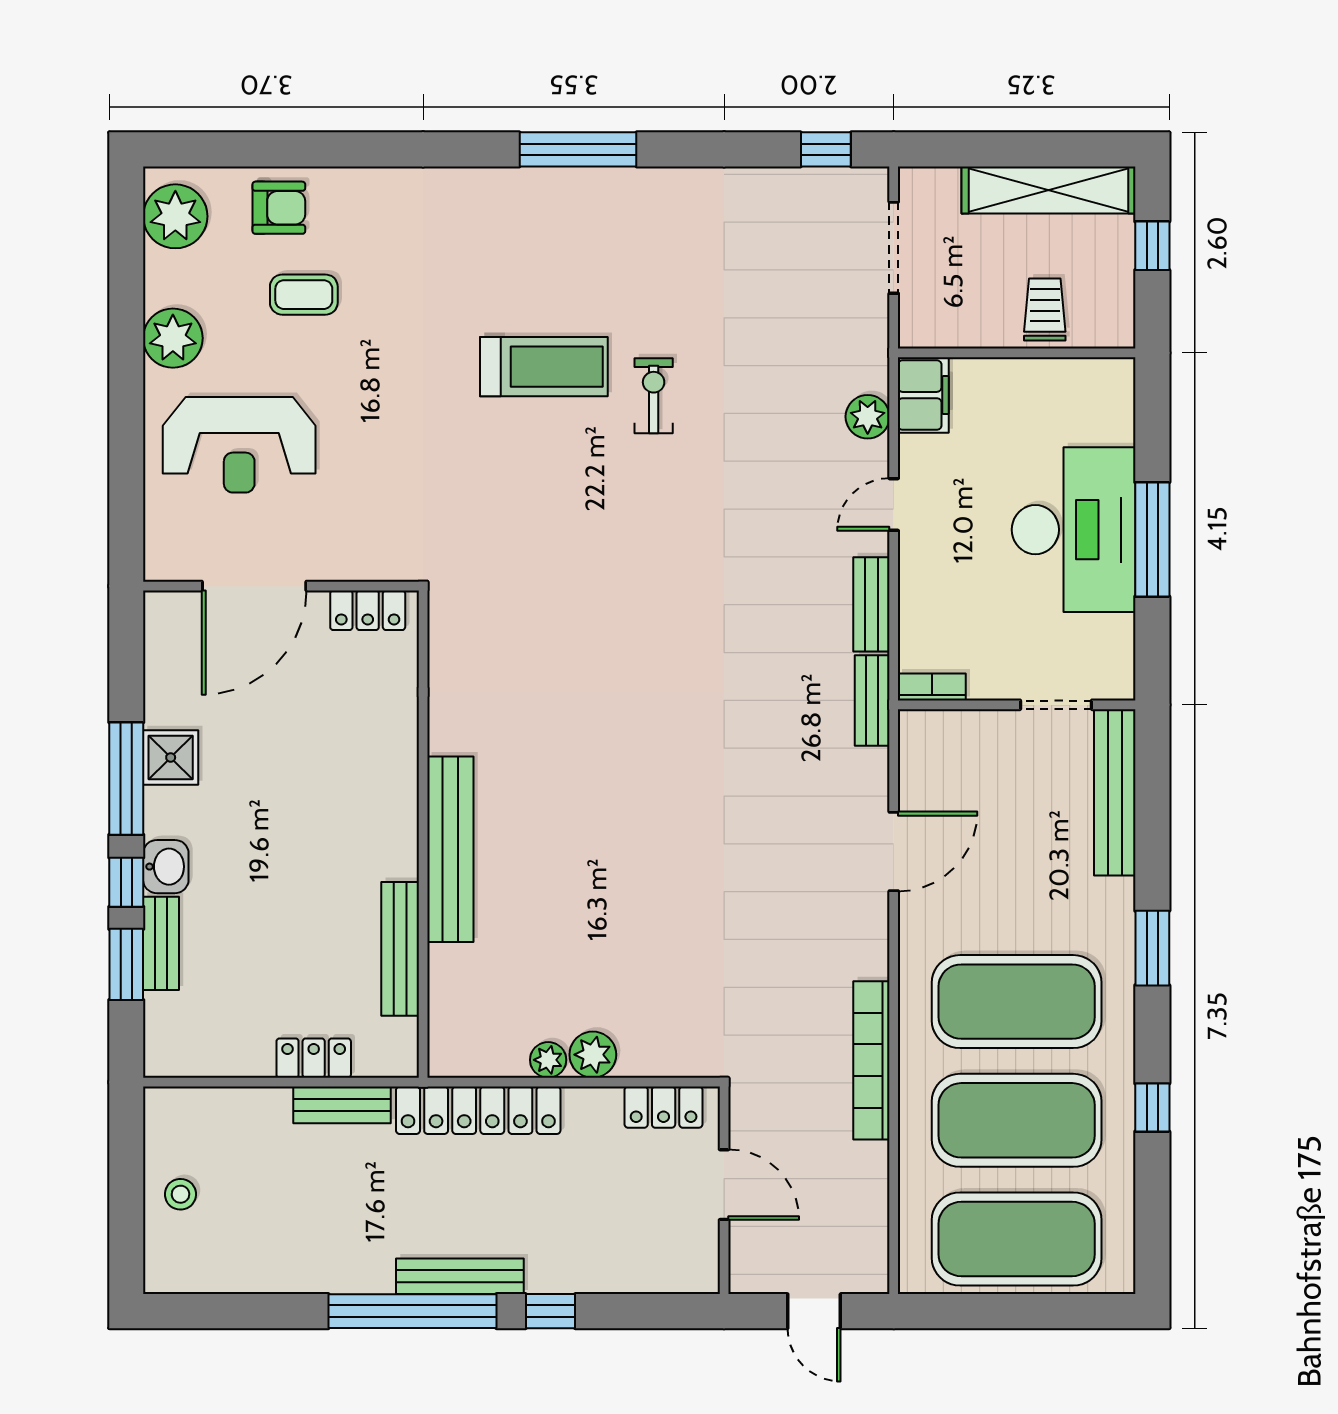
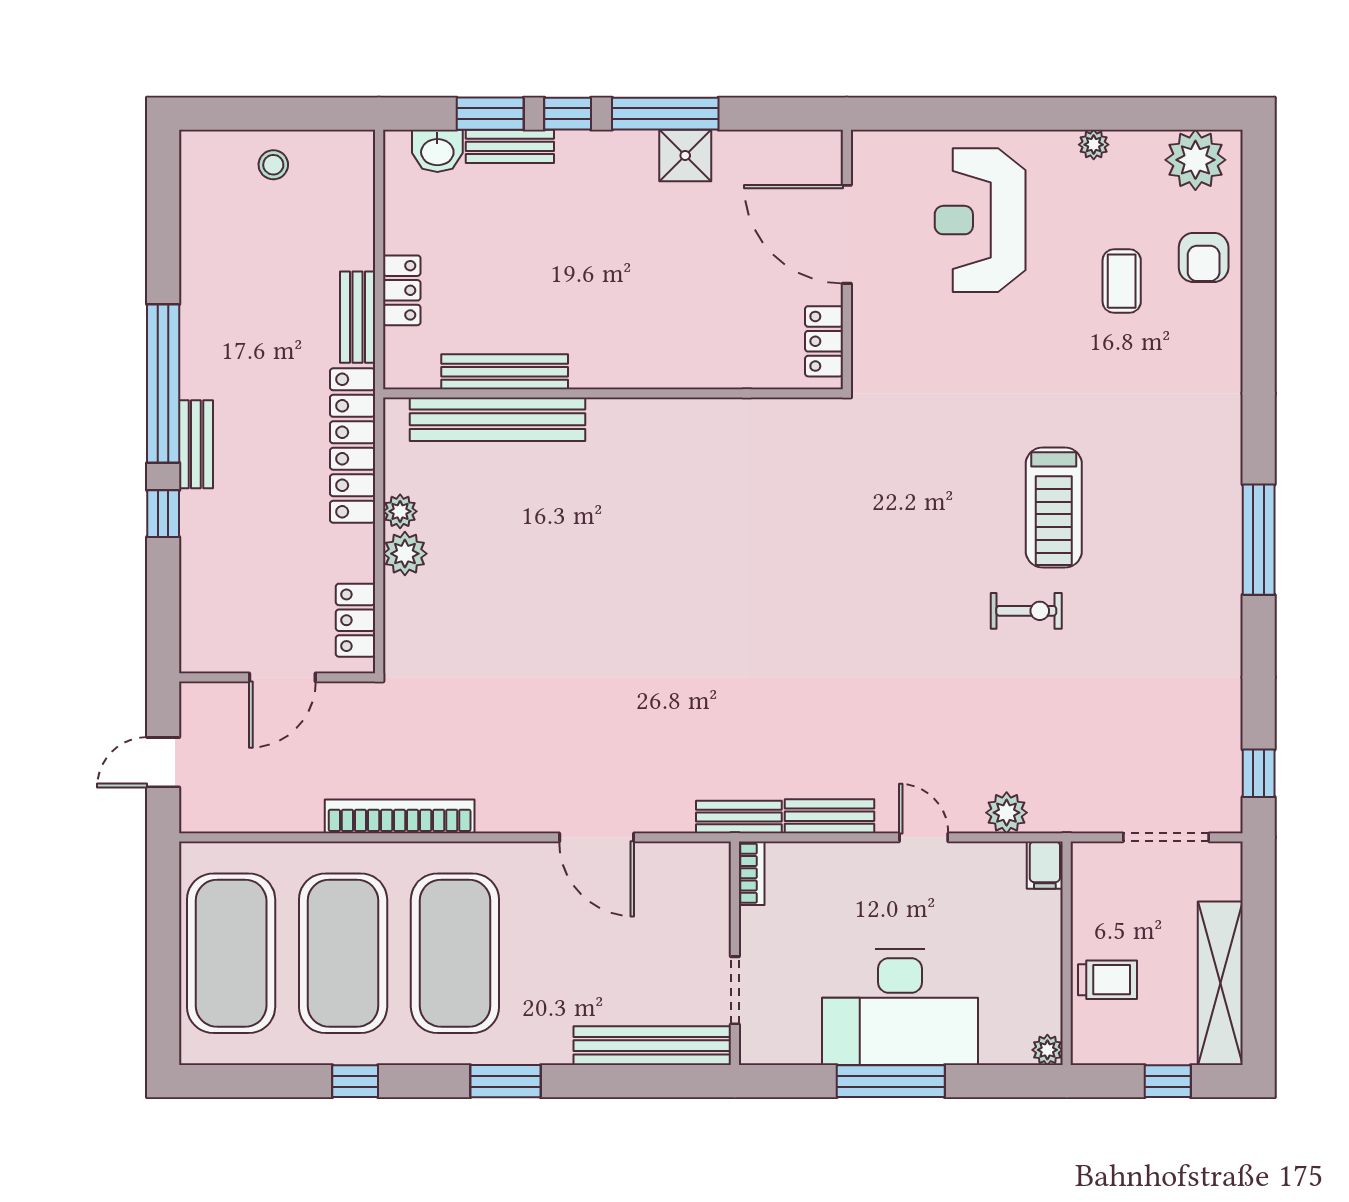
plant: (173, 338) -> (1094, 145), width x0.53, depth x0.53
plant: (1119, 373) -> (1047, 1050), added
filing cabinet: (923, 395) -> (1045, 865), width x0.50
bench: (450, 849) -> (498, 419), moved
washbasin: (166, 867) -> (437, 151), moved
bench: (460, 1276) -> (196, 444), width x0.73

